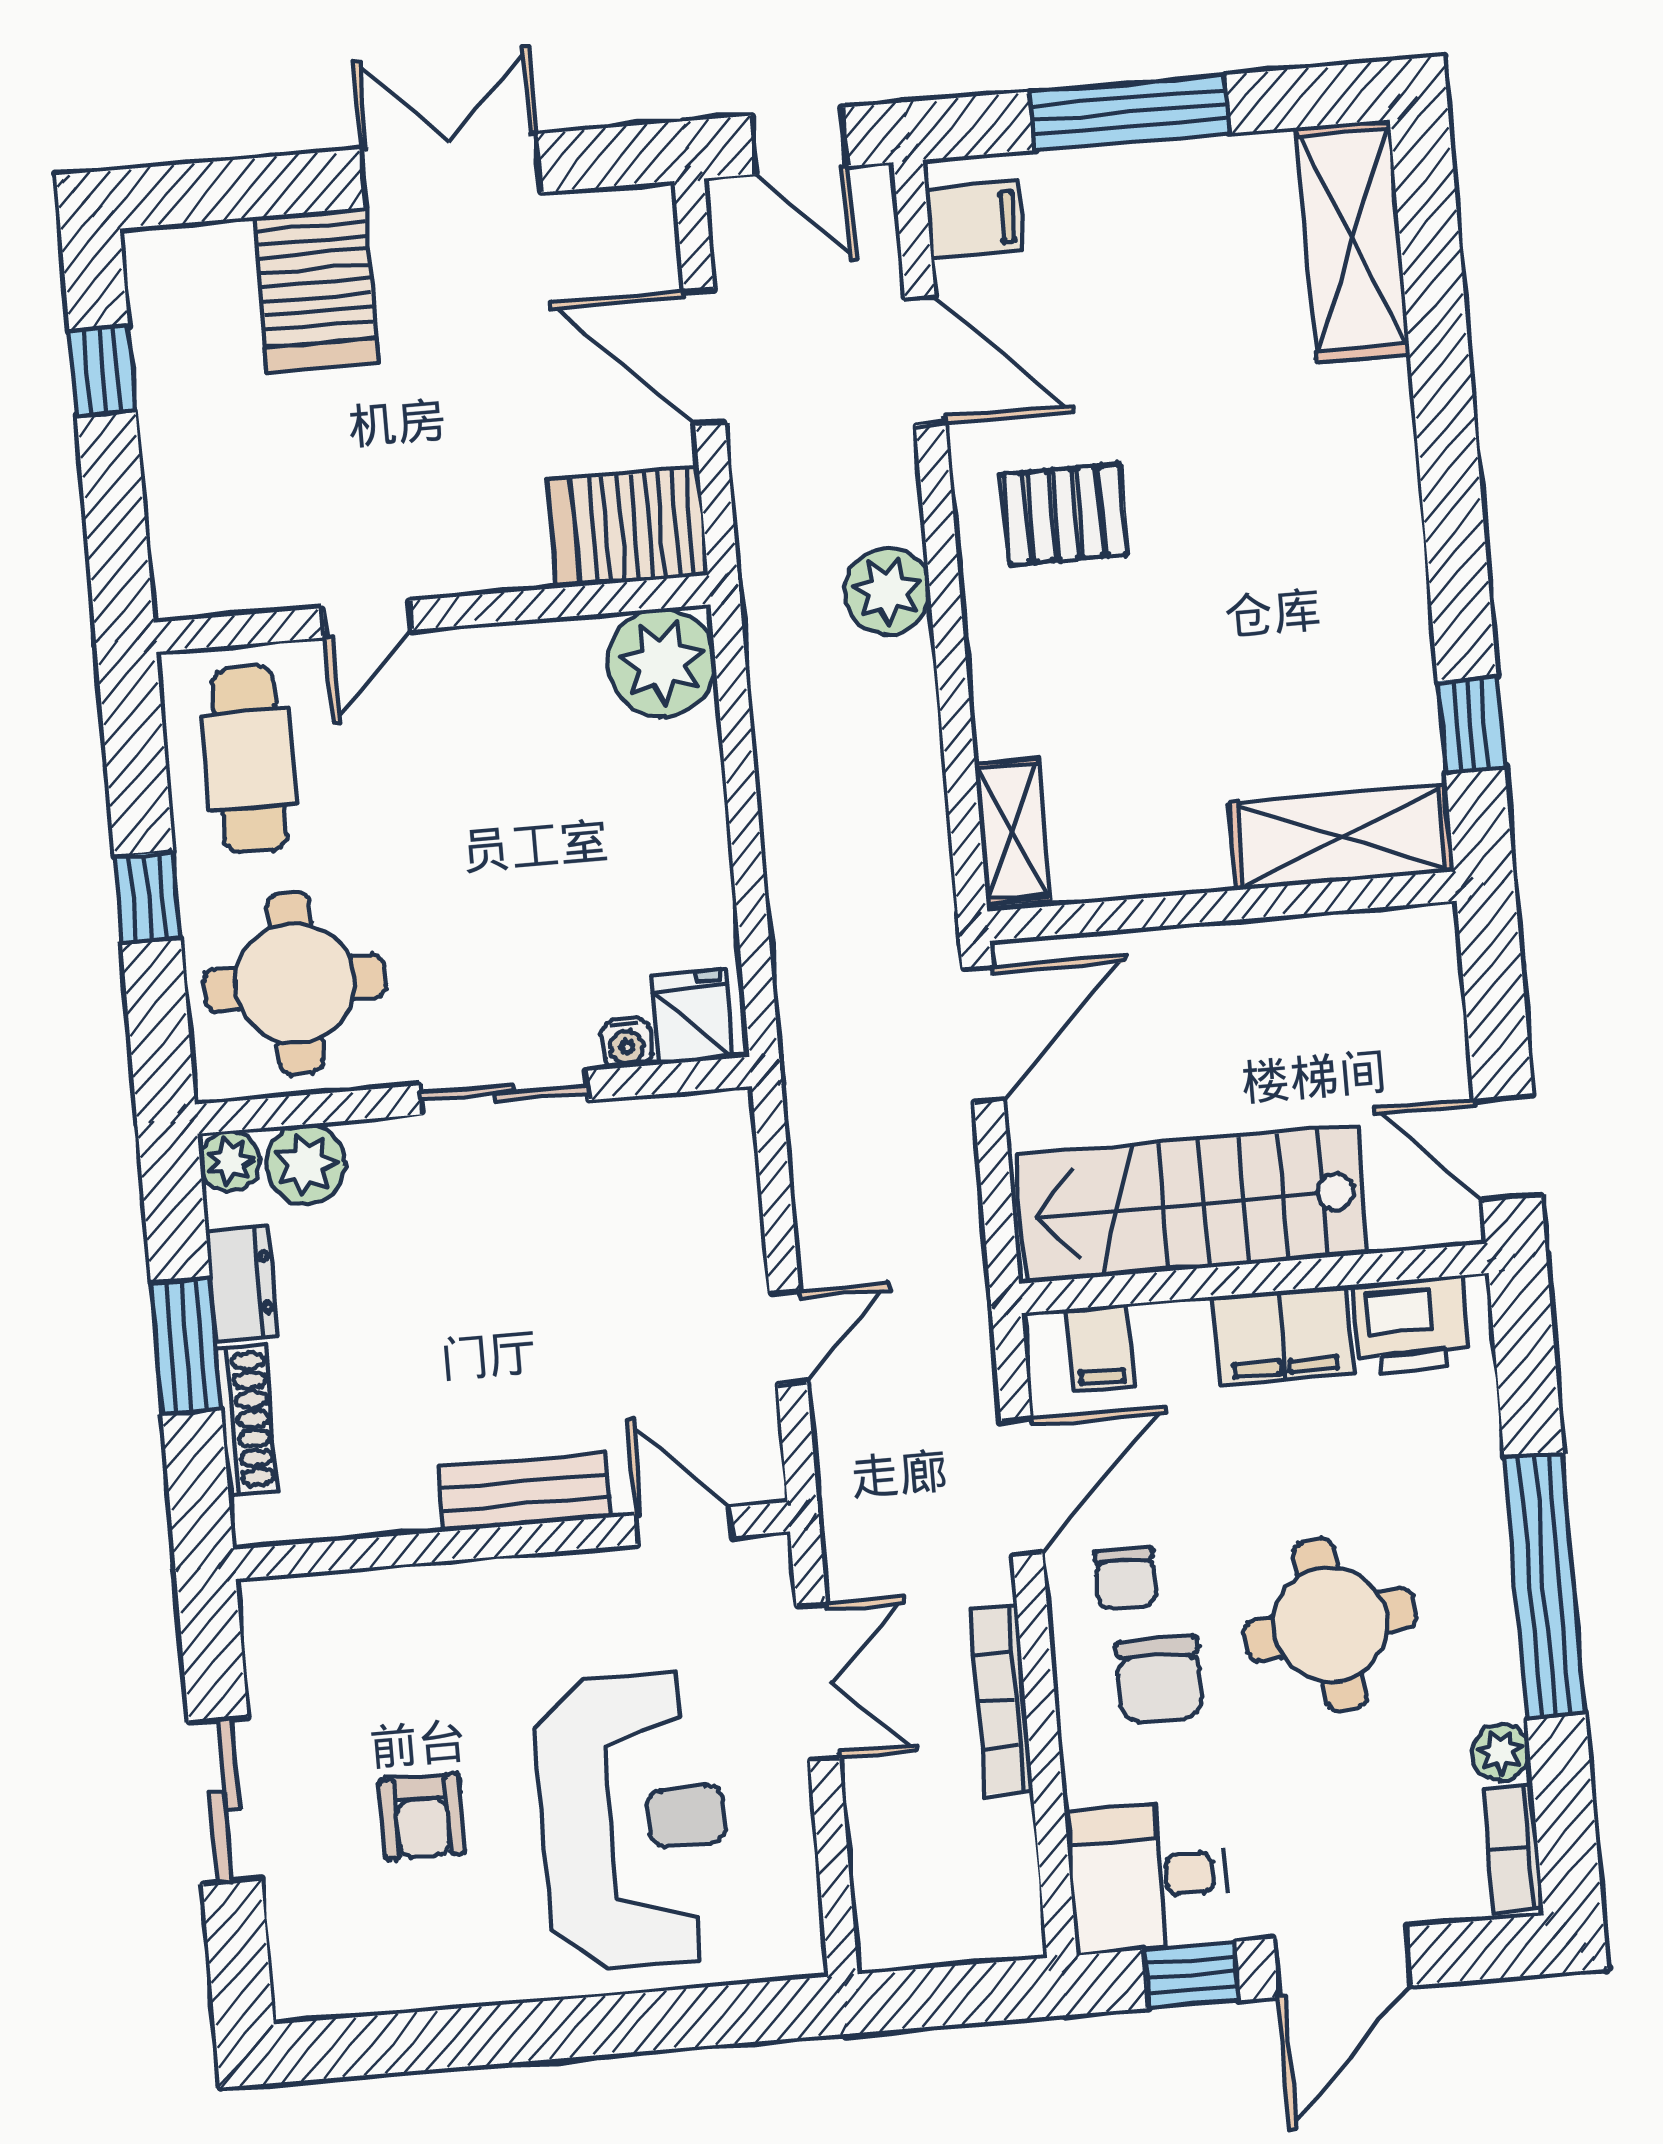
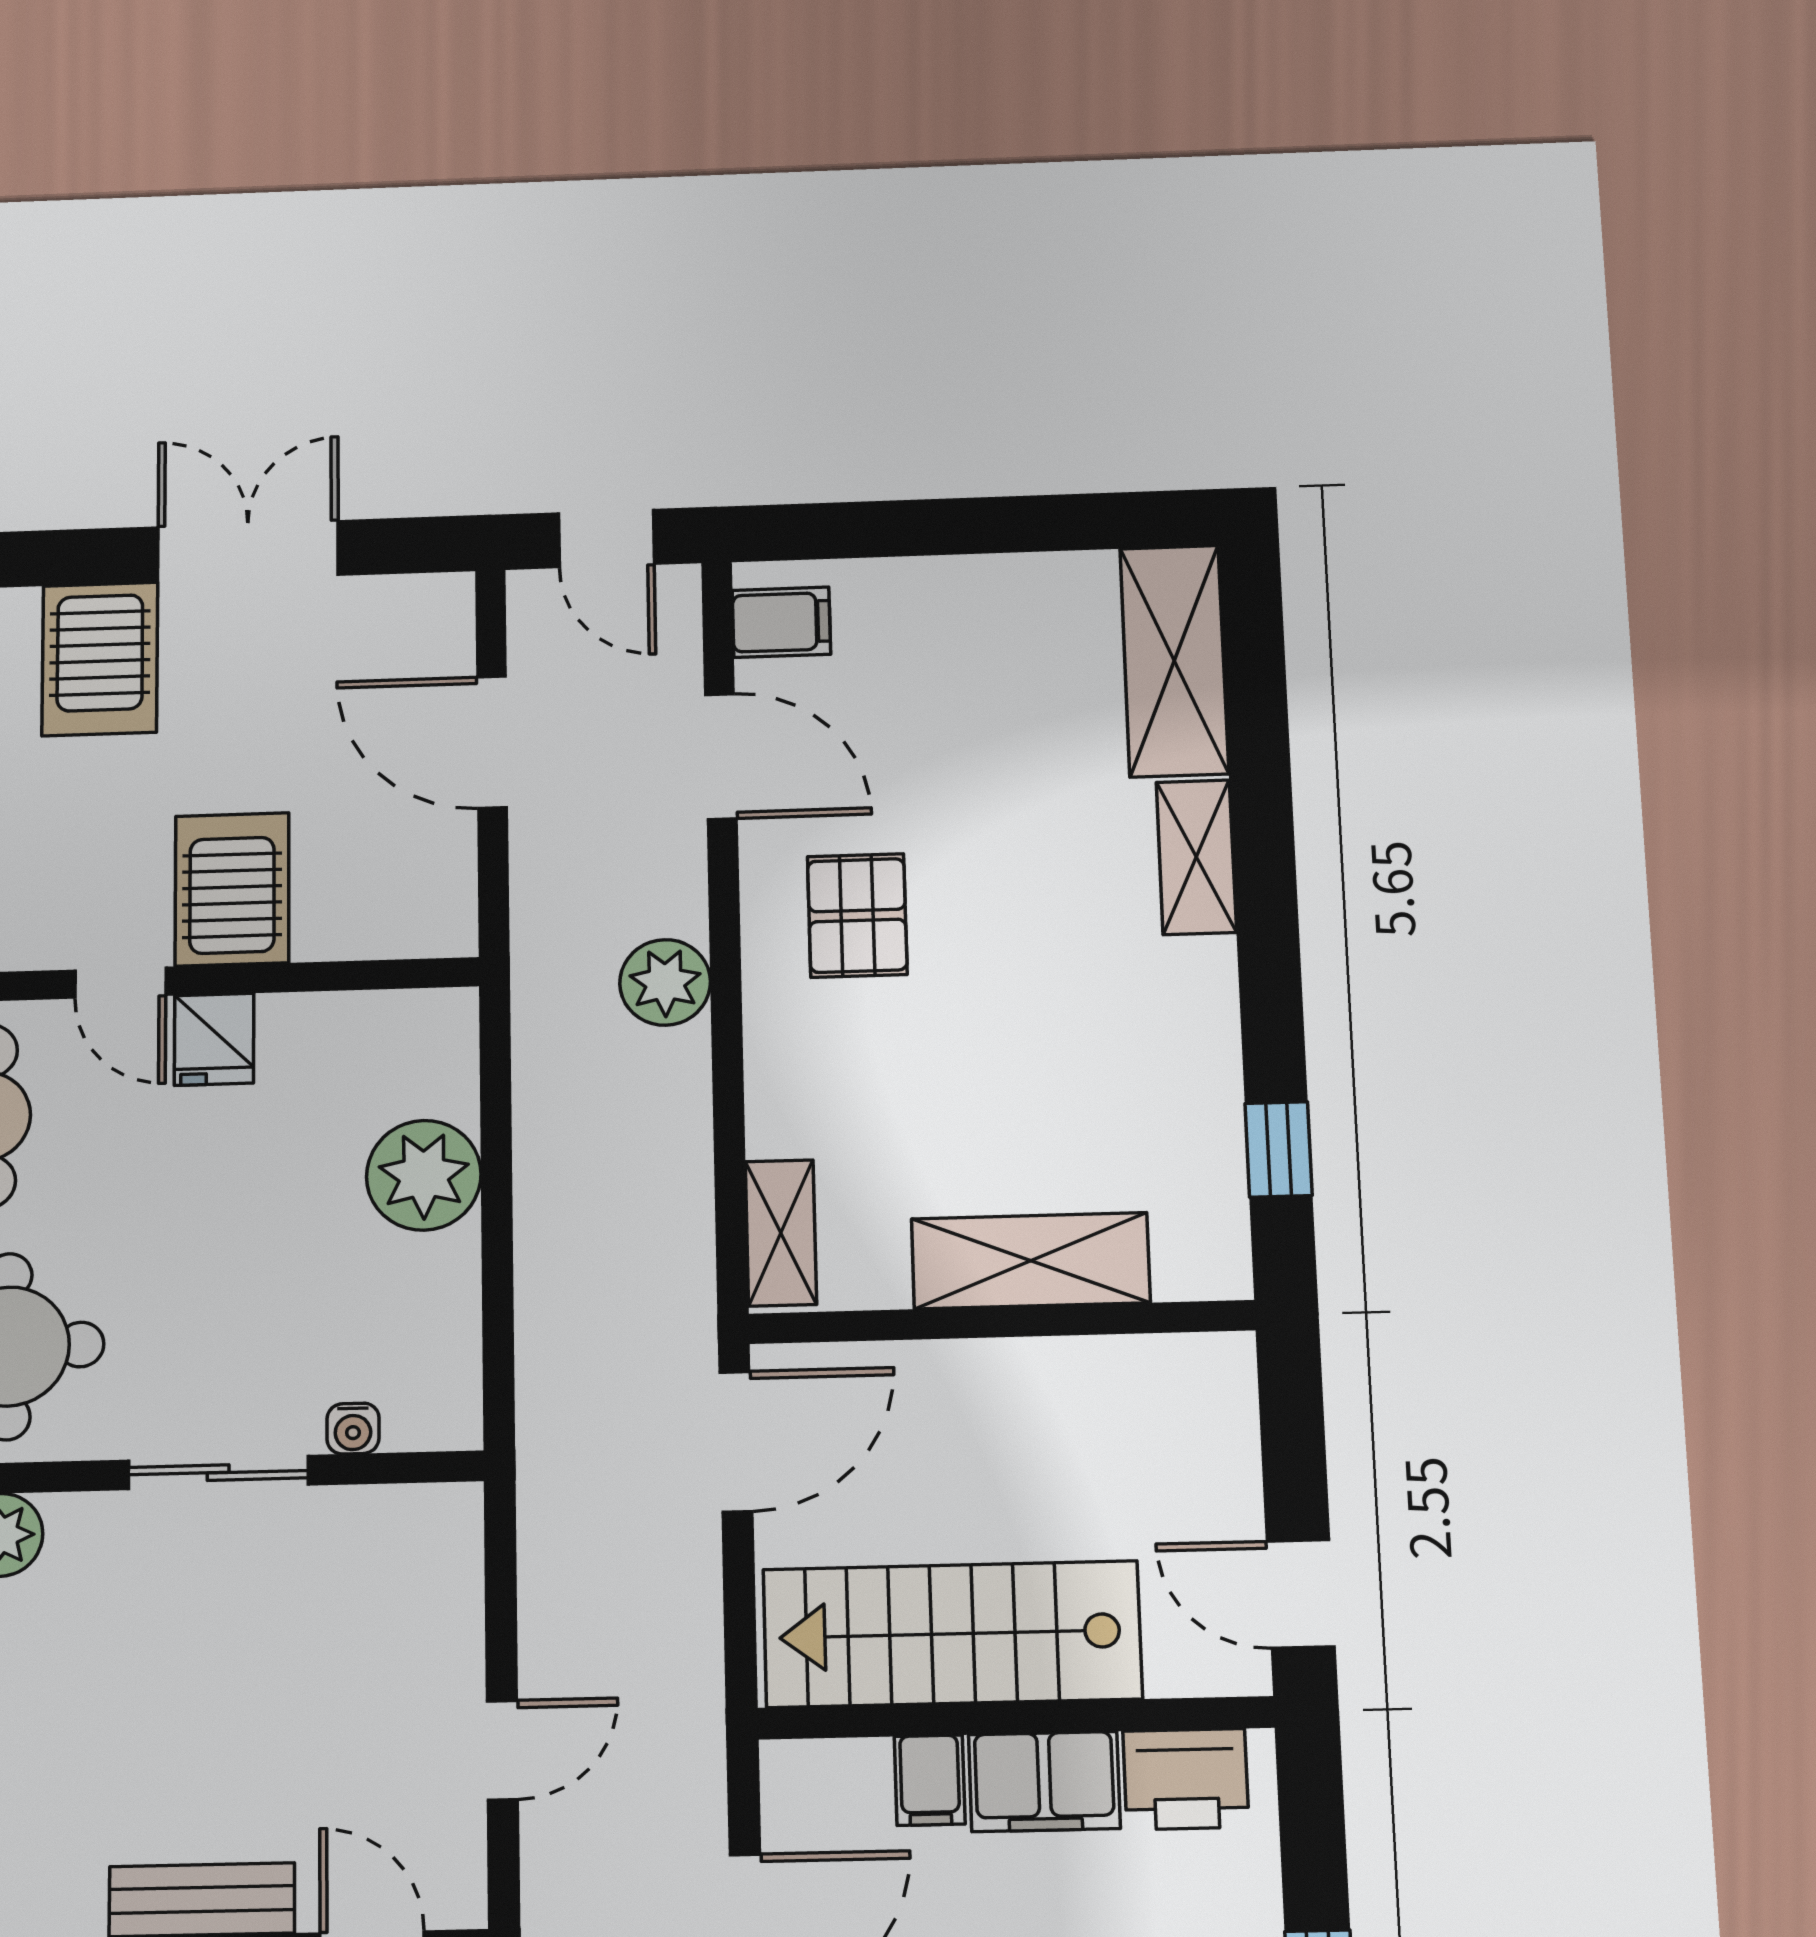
window: (1129, 113) -> (948, 527), removed
shelving: (1383, 439) -> (1196, 857), added
pallet: (1065, 514) -> (857, 916), turned 90
server rack: (628, 527) -> (232, 889), moved, turned 90
door: (367, 619) -> (120, 983), hinge flipped
plant: (662, 663) -> (424, 1175), moved
shelving: (1341, 837) -> (1031, 1261), moved
fridge: (692, 1017) -> (214, 1039), moved, turned 180
filing cabinet: (1100, 1348) -> (930, 1780), moved

